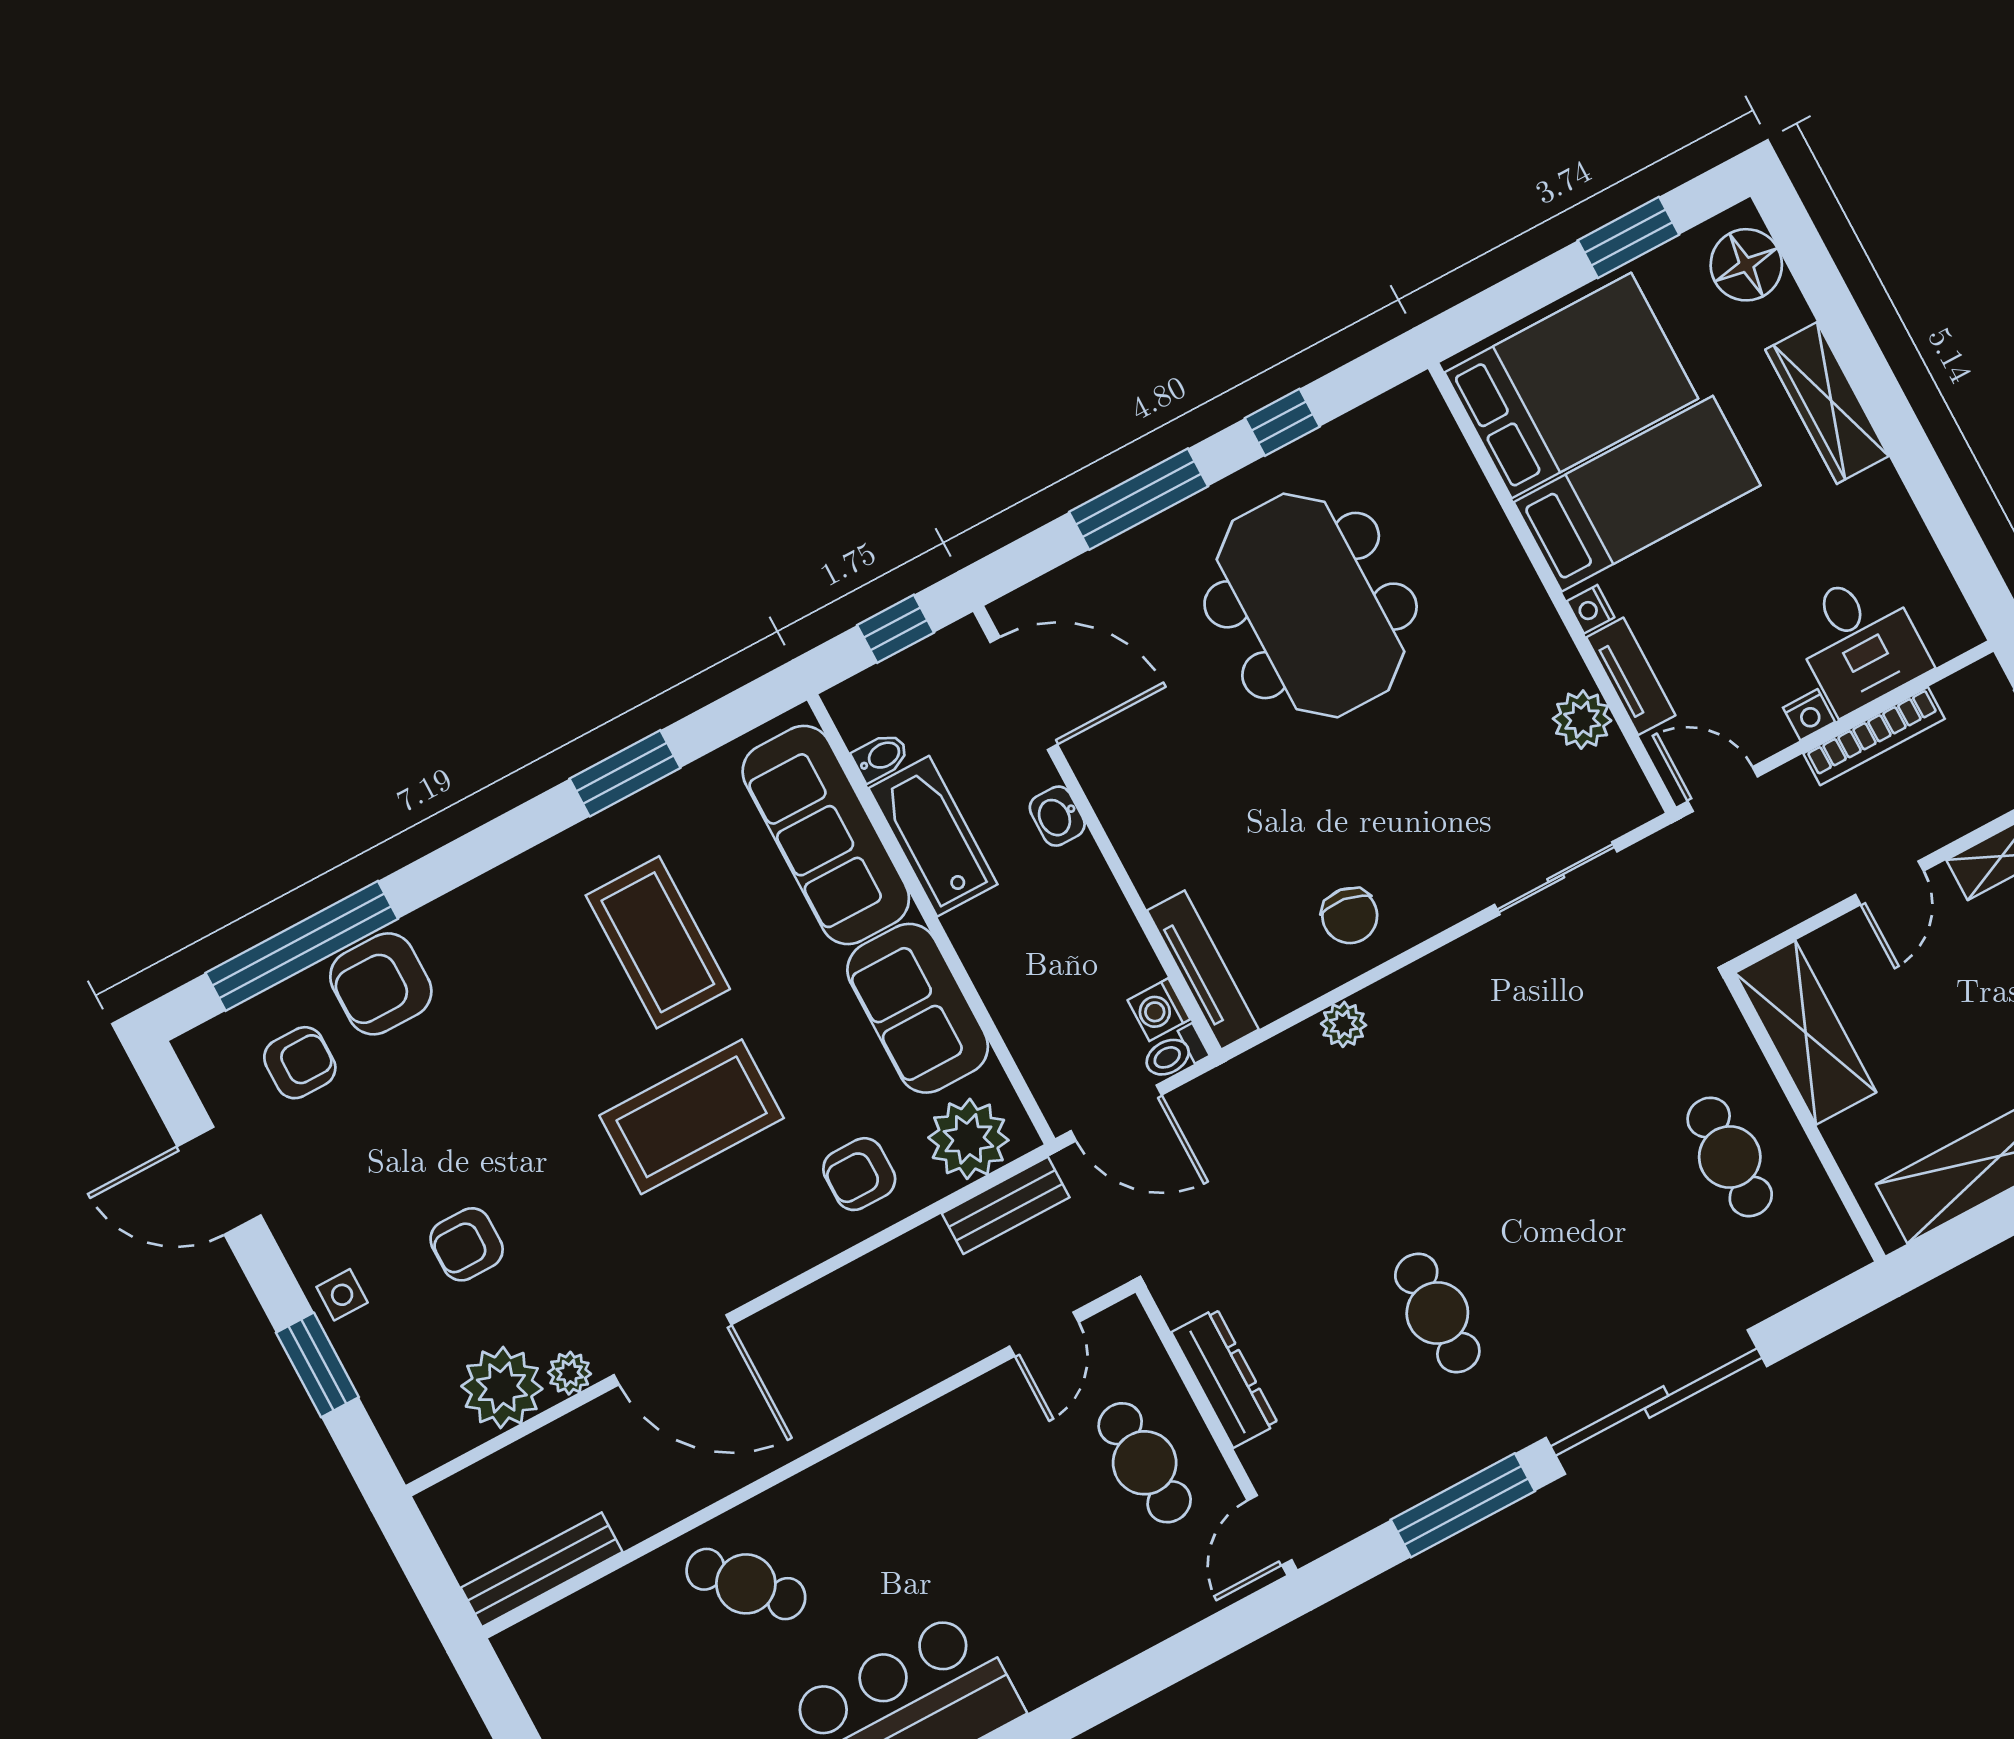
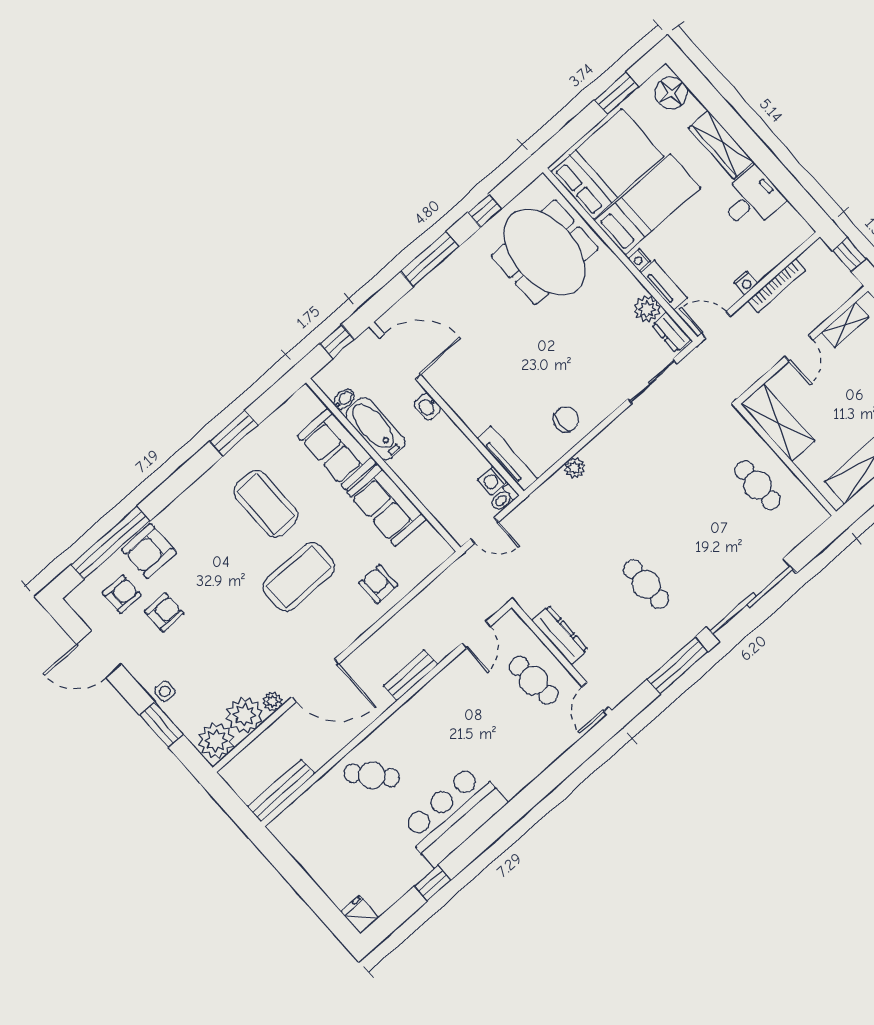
meeting table: (1311, 605) -> (545, 252), moved
desk: (1859, 642) -> (751, 199), moved, turned -90
dresser: (1623, 782) -> (671, 332), added
sofa: (826, 835) -> (337, 449), width x0.73
chair: (1350, 916) -> (566, 419), turned -98
door: (1116, 1113) -> (484, 530), width x0.73
plant: (968, 1139) -> (216, 741), moved
armchair: (859, 1174) -> (378, 584), turned 90
bench: (1006, 1205) -> (411, 675), moved
armchair: (467, 1244) -> (164, 612), moved, turned 180

